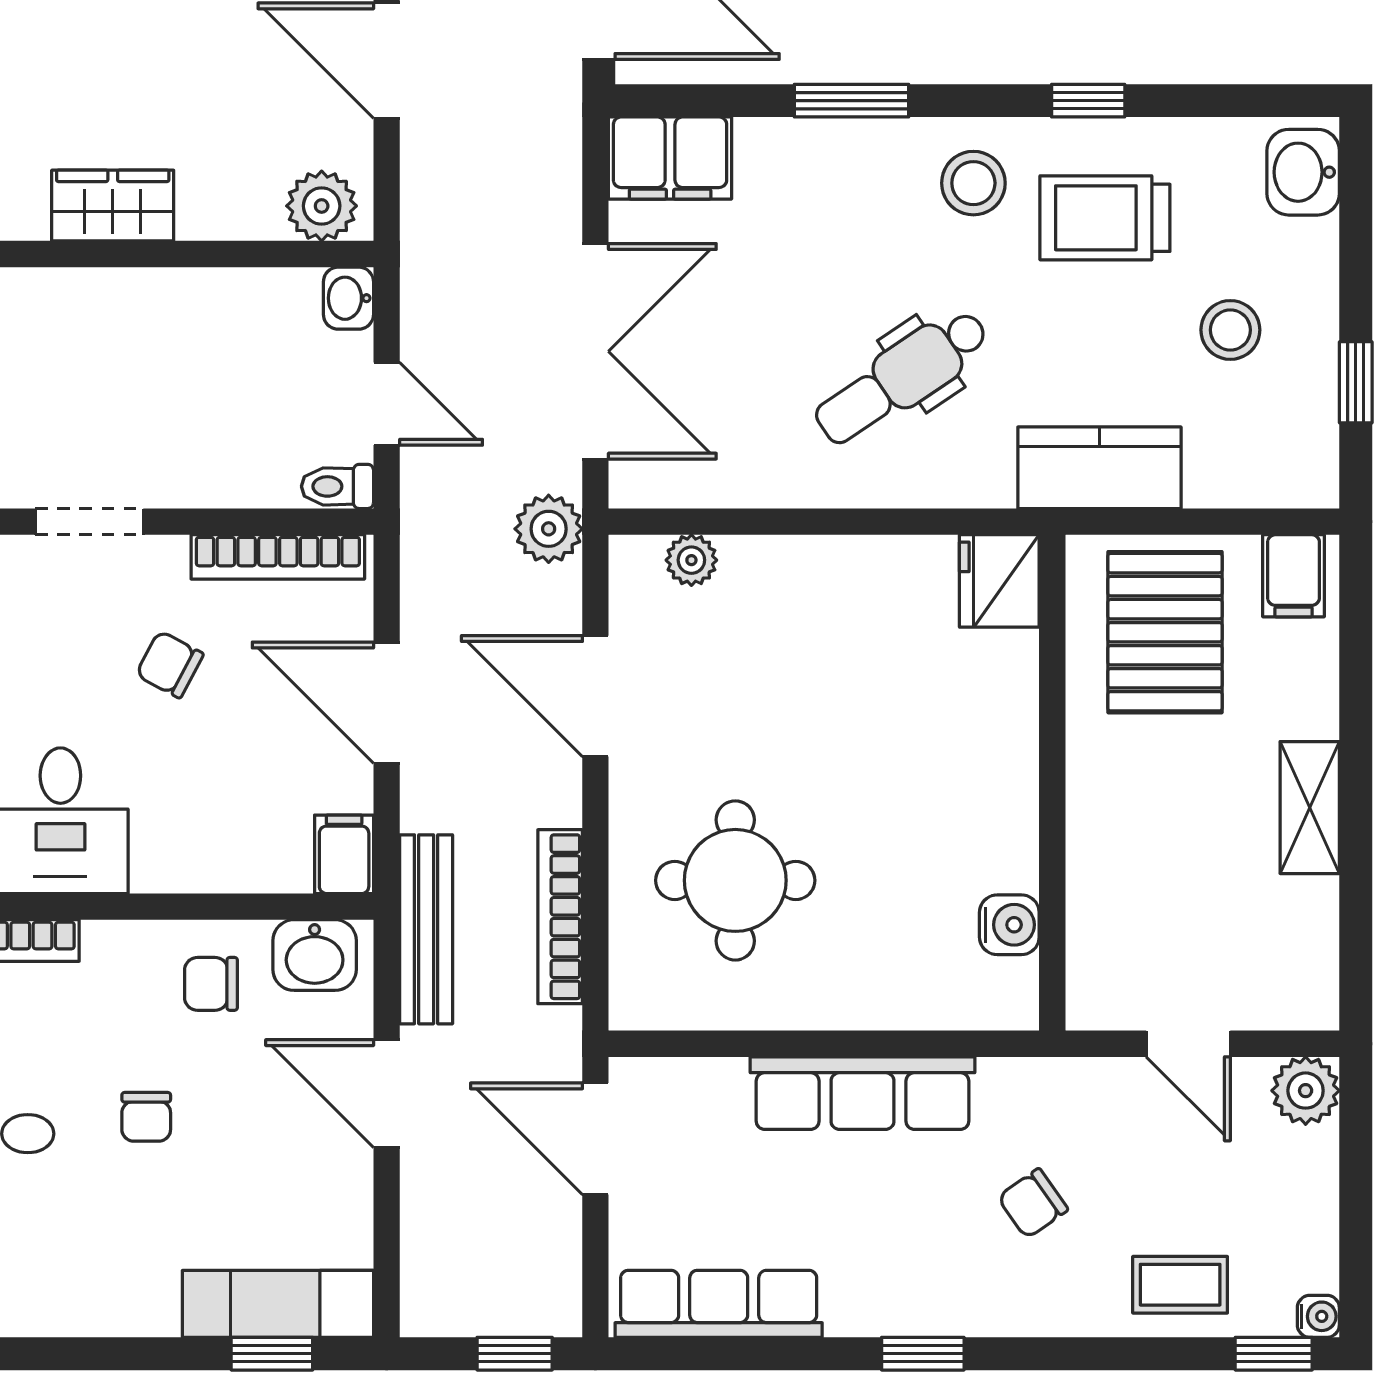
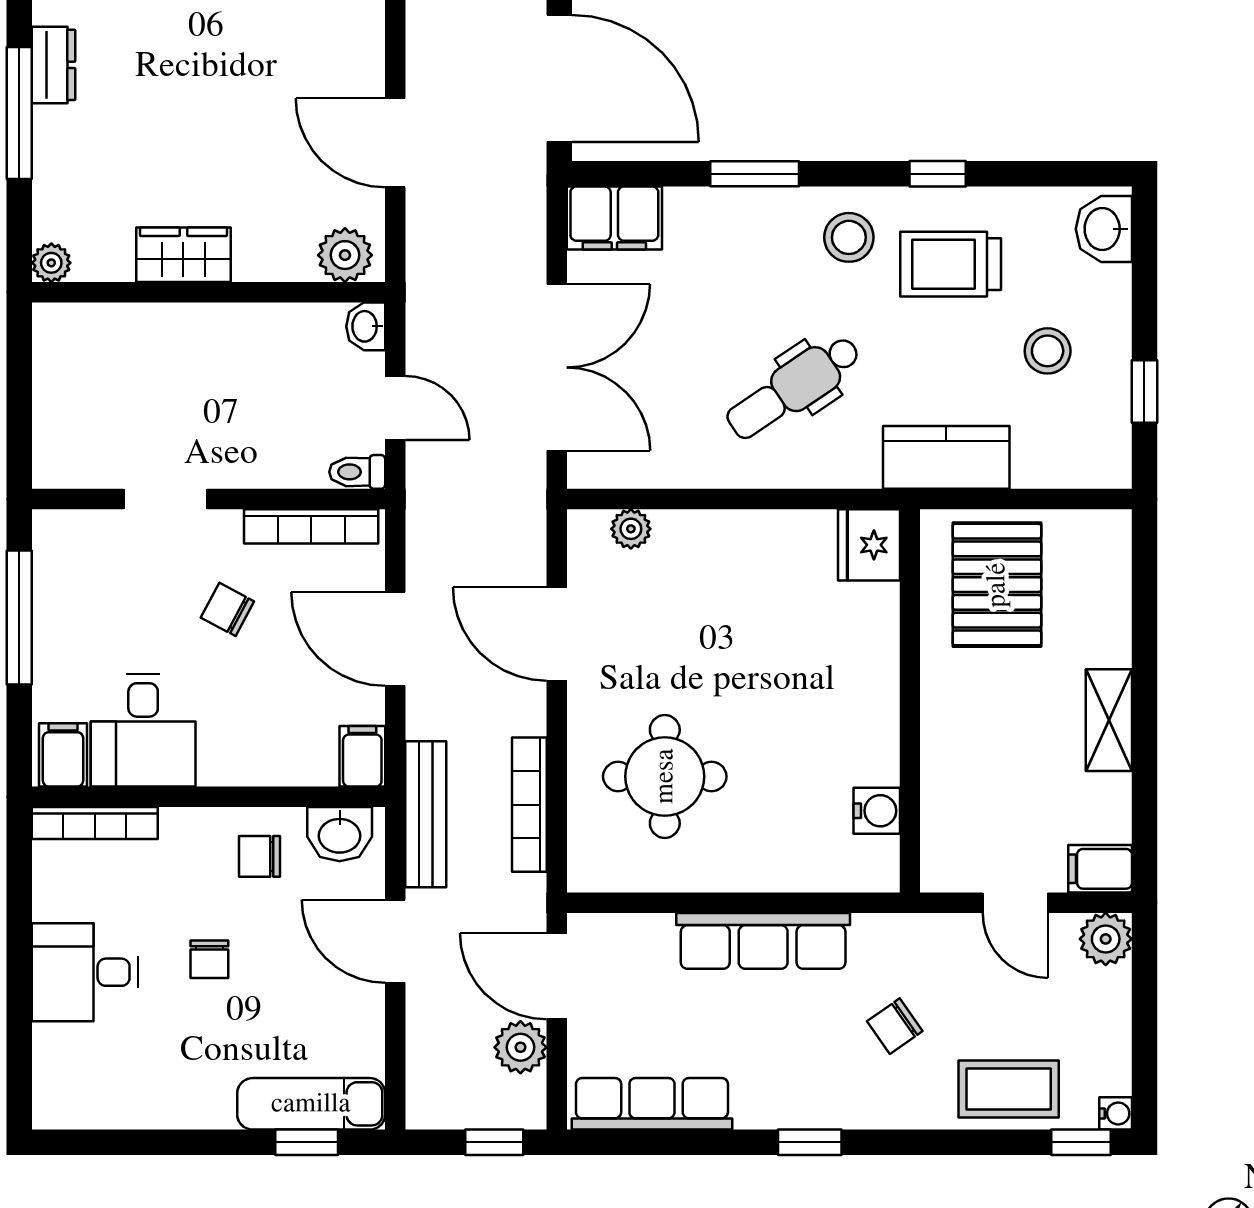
plant: (549, 529) -> (520, 1047), moved
filing cabinet: (1294, 576) -> (1100, 869), moved, turned 90
coffee table: (1180, 1285) -> (1009, 1089), width x1.36, depth x1.30

